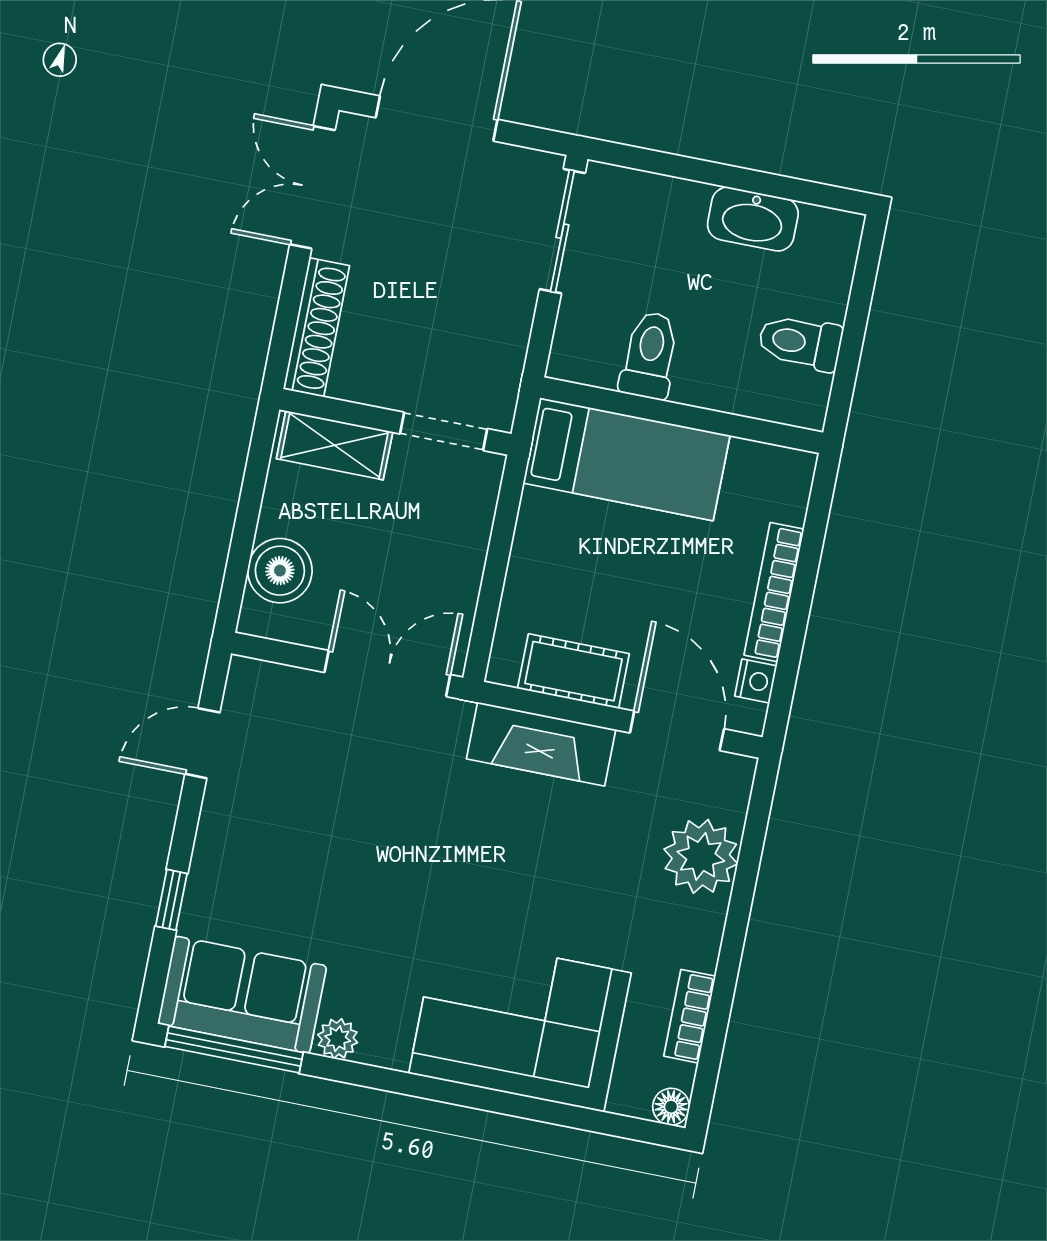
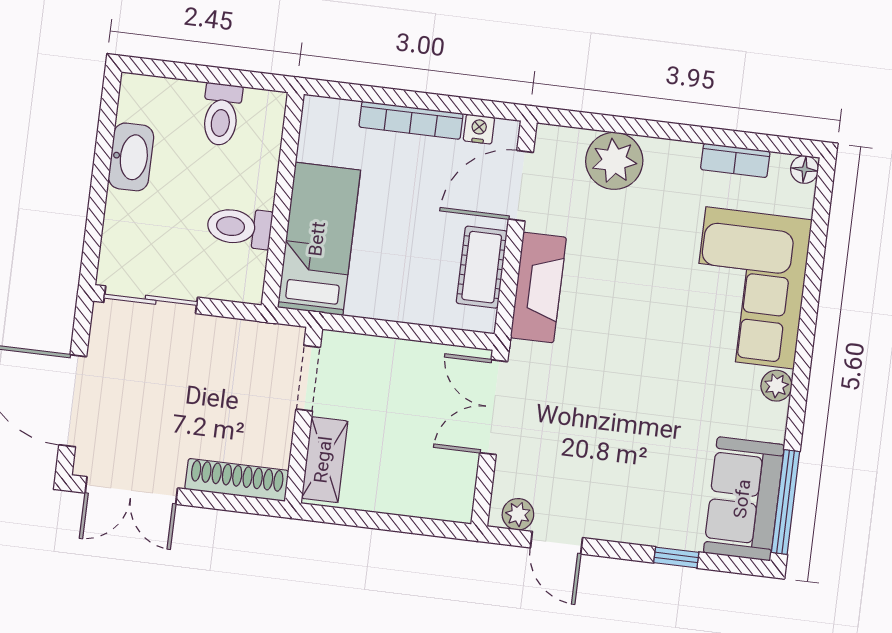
boiler: (280, 571) -> (422, 494), removed
plant: (244, 695) -> (518, 514), added
plant: (338, 1039) -> (776, 386), moved

